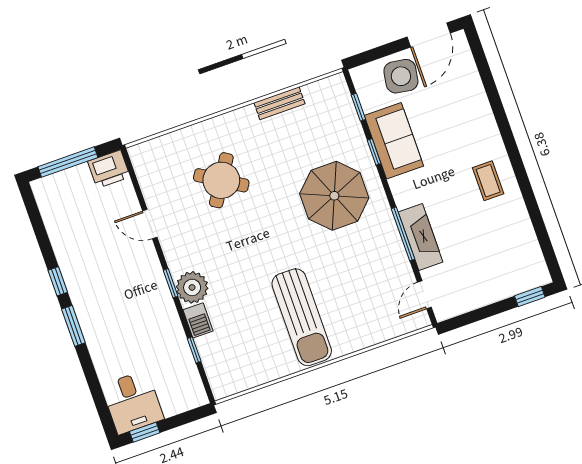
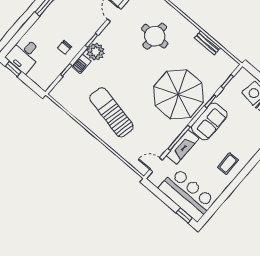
sofa: (394, 141) -> (209, 121), moved
round table: (221, 180) -> (155, 36), turned -32
parasol: (334, 196) -> (178, 94), width x1.36, depth x1.36
bar counter: (499, 273) -> (187, 194), added
sun lounger: (302, 317) -> (111, 112), turned 102
chair: (157, 332) -> (65, 47), added

